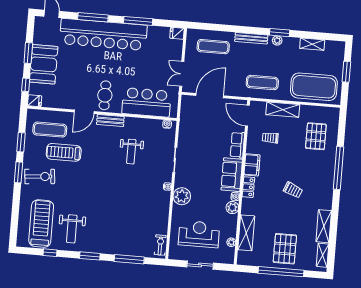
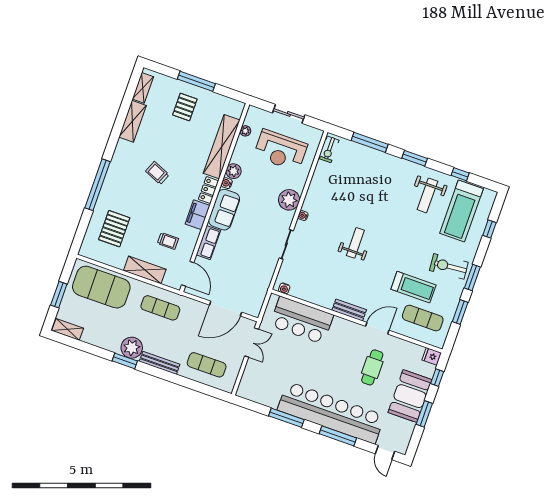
fridge: (177, 33) -> (245, 391), removed
plant: (277, 41) -> (132, 348), width x1.87, depth x1.87
shelving: (312, 44) -> (68, 329), moved
cafe table: (105, 95) -> (372, 367), moved
weight bench: (131, 152) -> (355, 243), moved
window: (15, 215) -> (489, 229), added
weight bench: (72, 229) -> (427, 195), turned 180
shelving: (246, 233) -> (222, 147), width x1.47
pallet: (285, 249) -> (185, 107), width x0.67, depth x0.71
window: (281, 272) -> (196, 81), width x0.68

